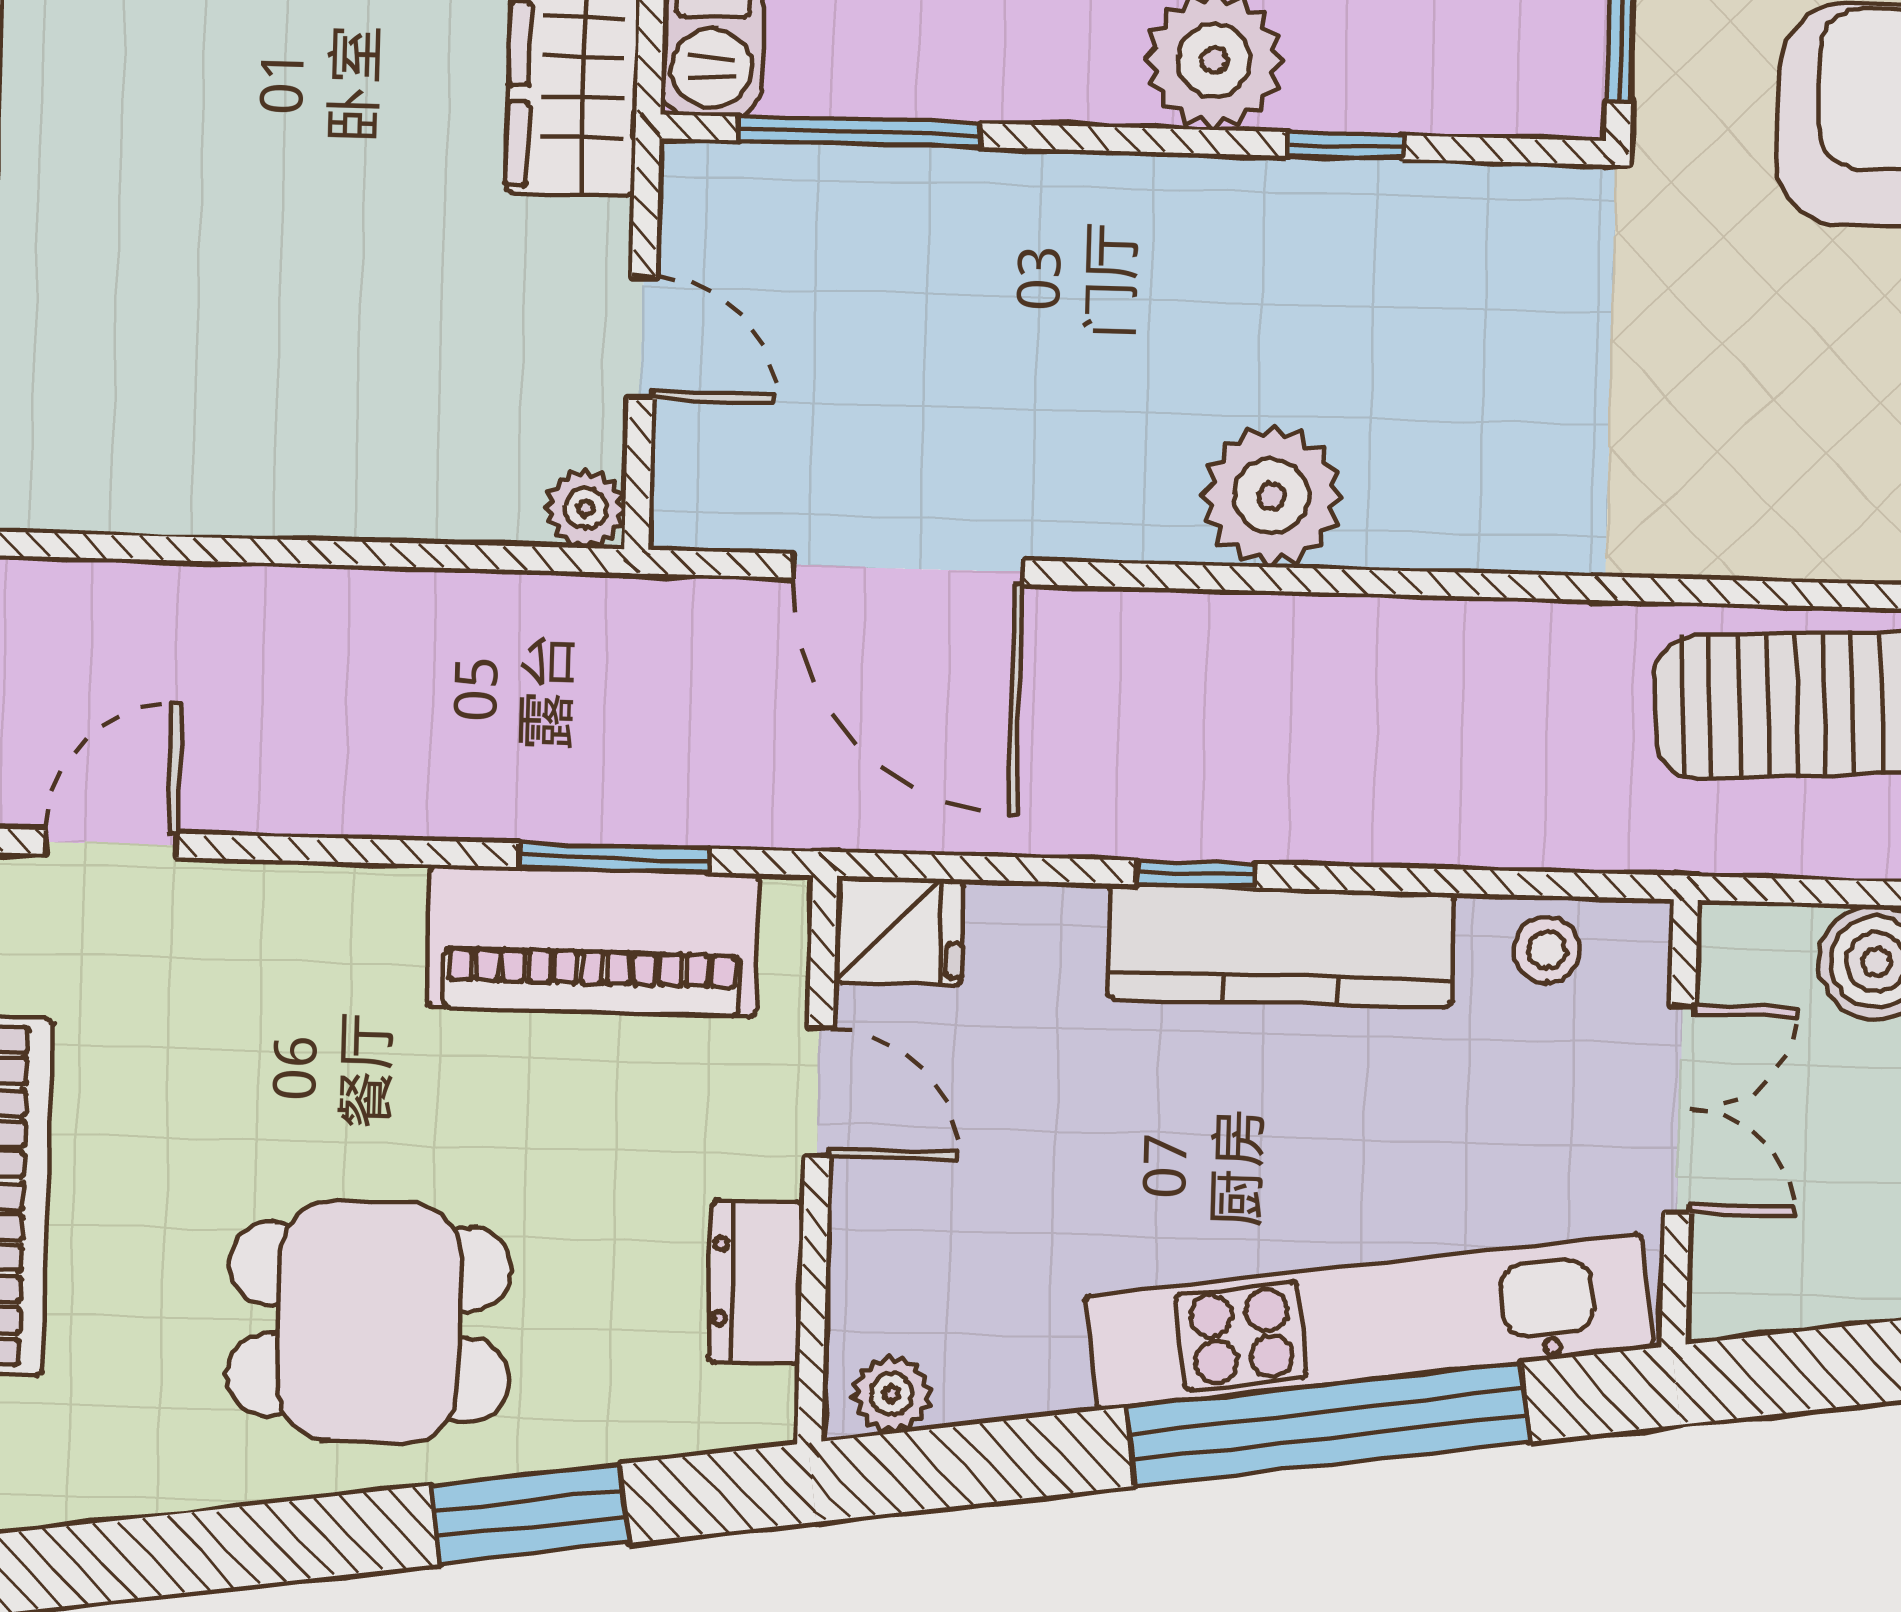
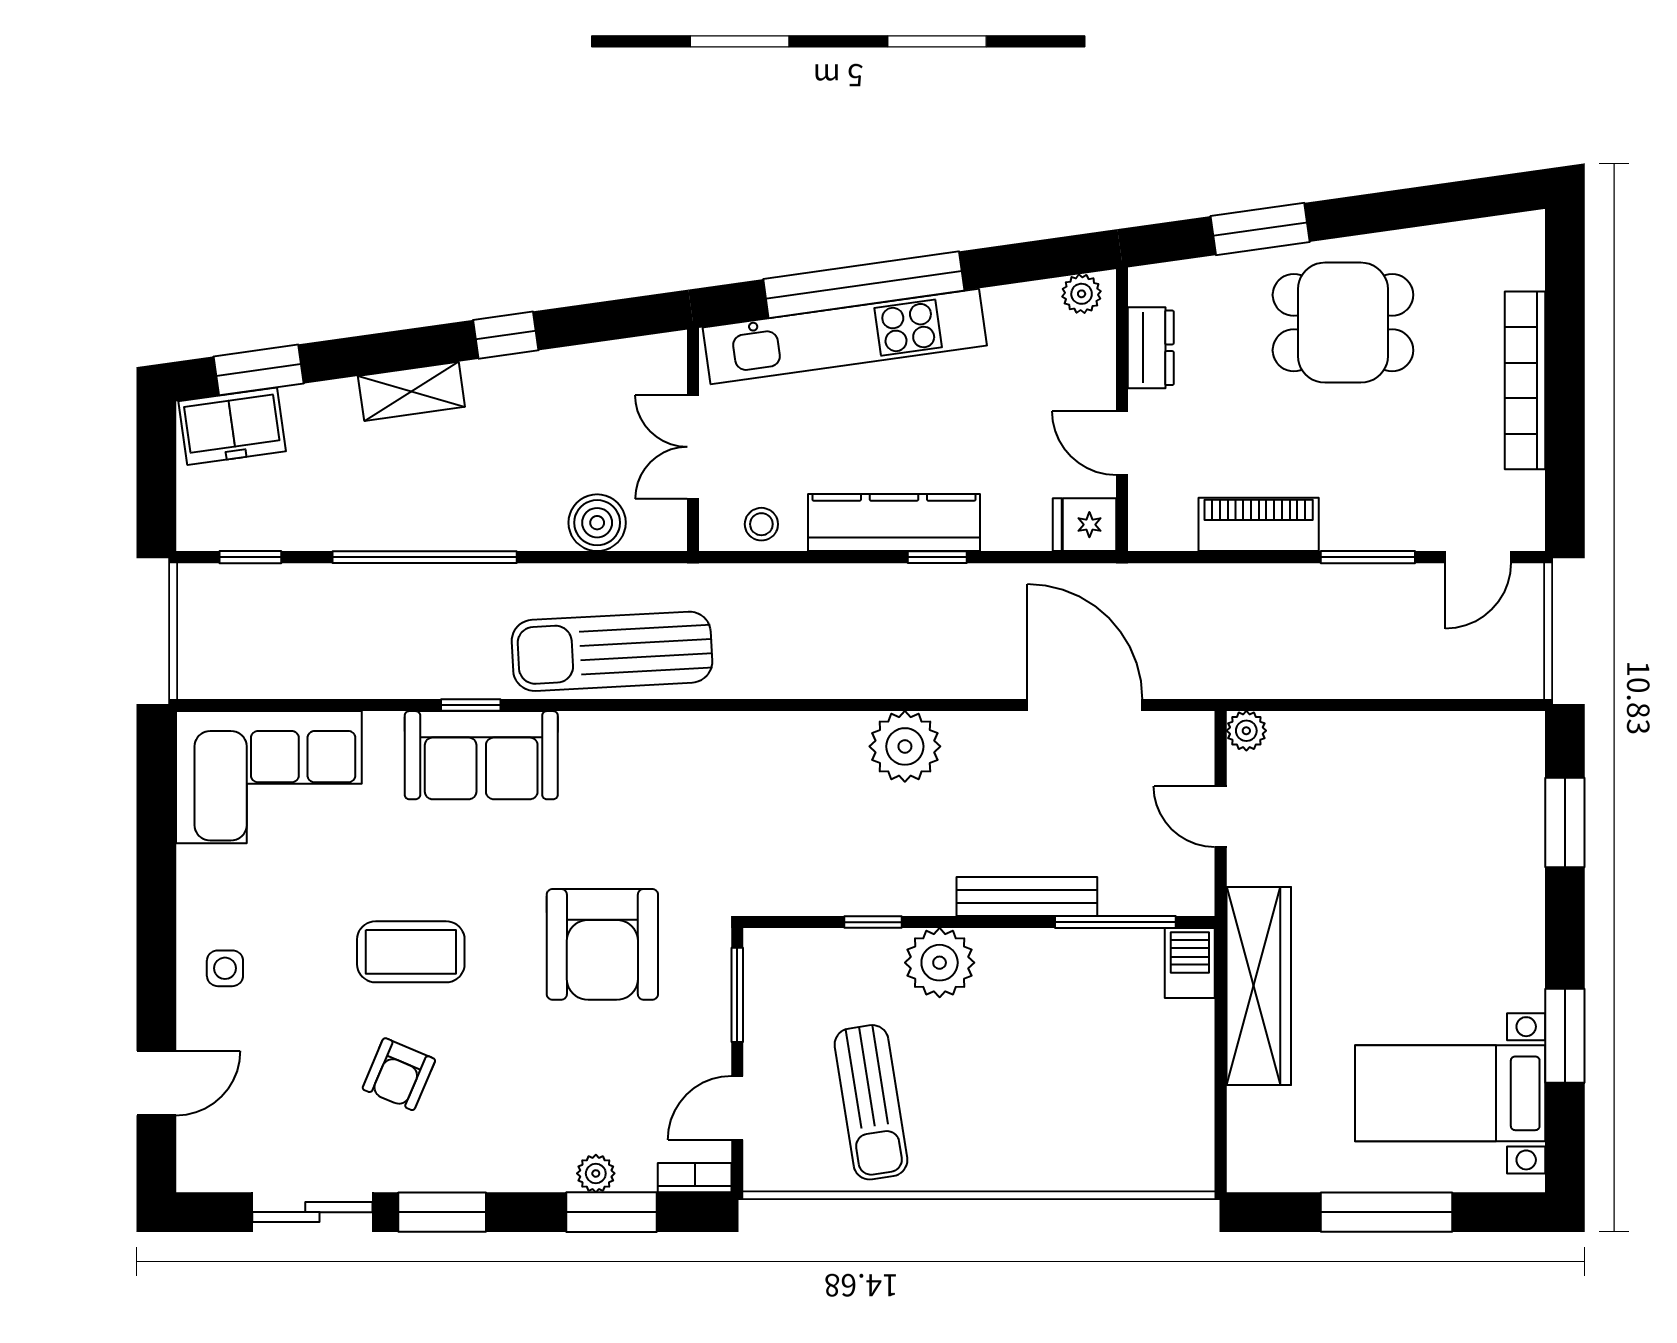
bench: (1035, 188) -> (1027, 896), added
window: (614, 858) -> (1368, 557), moved
piano: (593, 941) -> (1259, 524), width x0.73, depth x0.75

